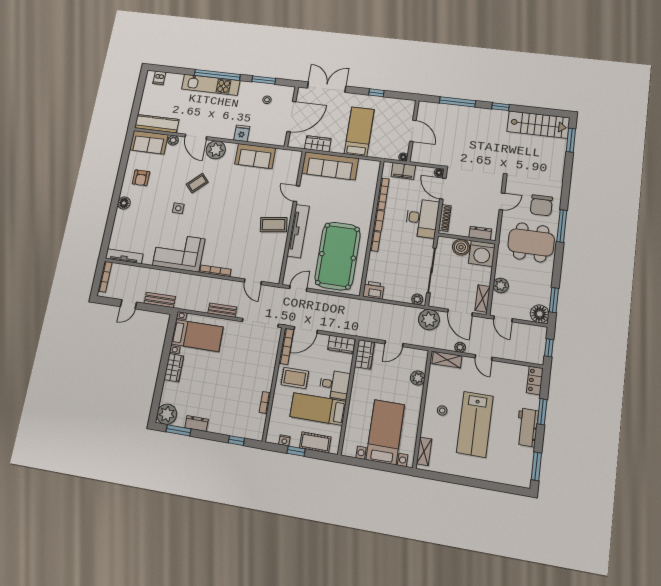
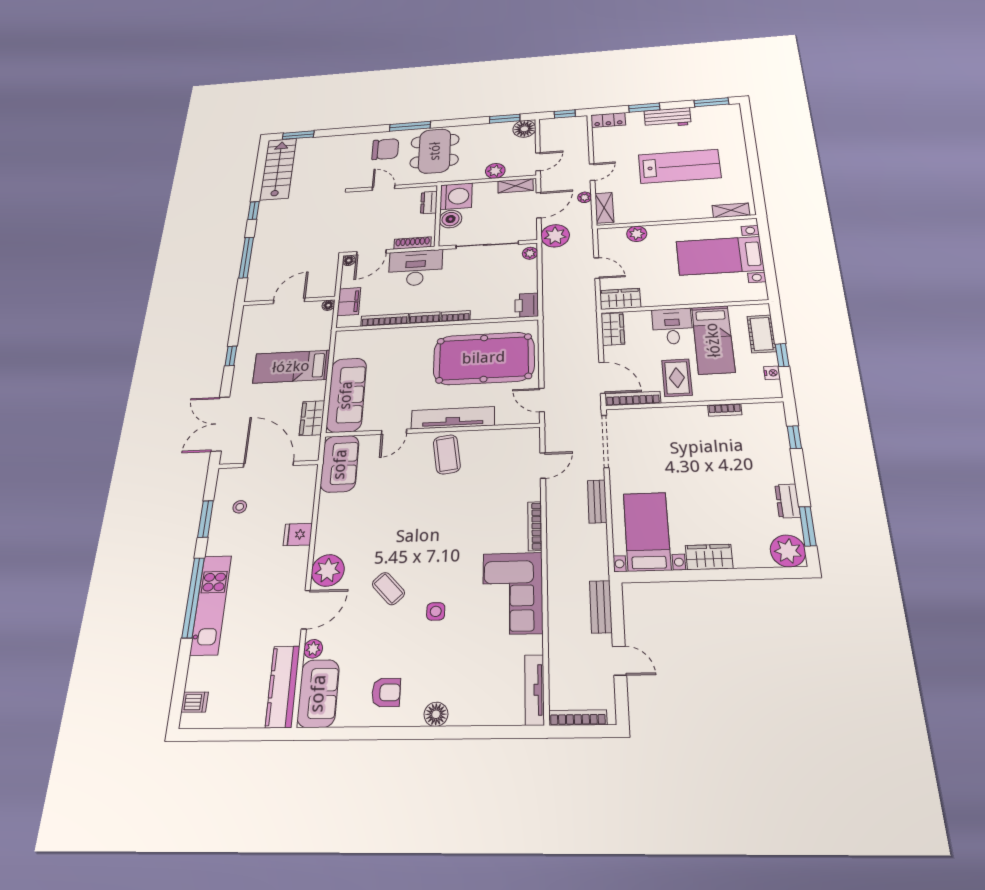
sofa: (255, 156) -> (340, 464), moved
stool: (442, 410) -> (672, 201), removed

